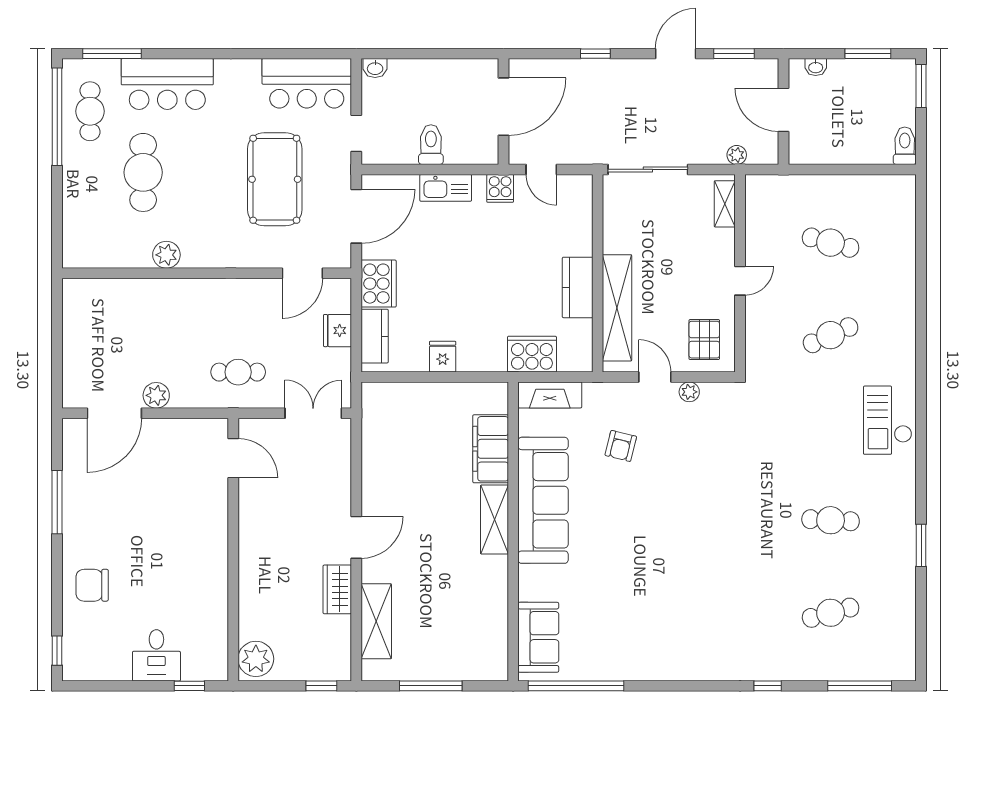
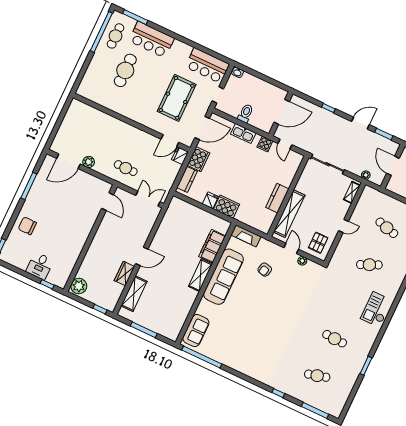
plant: (166, 255) -> (119, 108), removed
fridge: (338, 331) -> (180, 156), moved
cooker: (532, 354) -> (227, 207), moved

